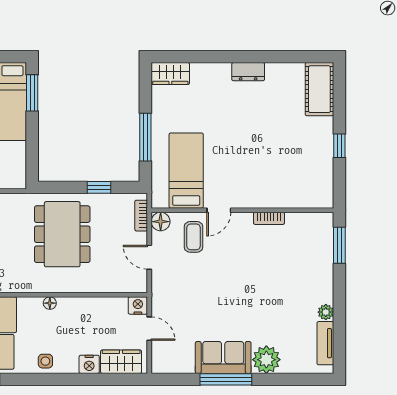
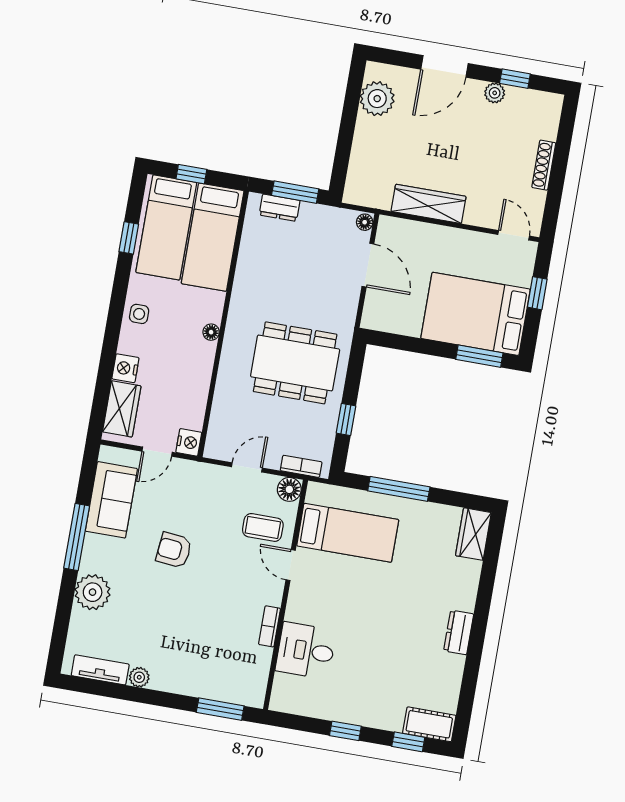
cot: (319, 89) -> (429, 724), width x0.73, depth x0.75
window: (339, 96) -> (408, 742), added
desk: (283, 187) -> (306, 651), added
armchair: (223, 302) -> (174, 550), added
sofa: (223, 357) -> (111, 500), moved

